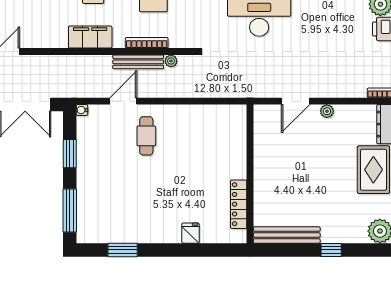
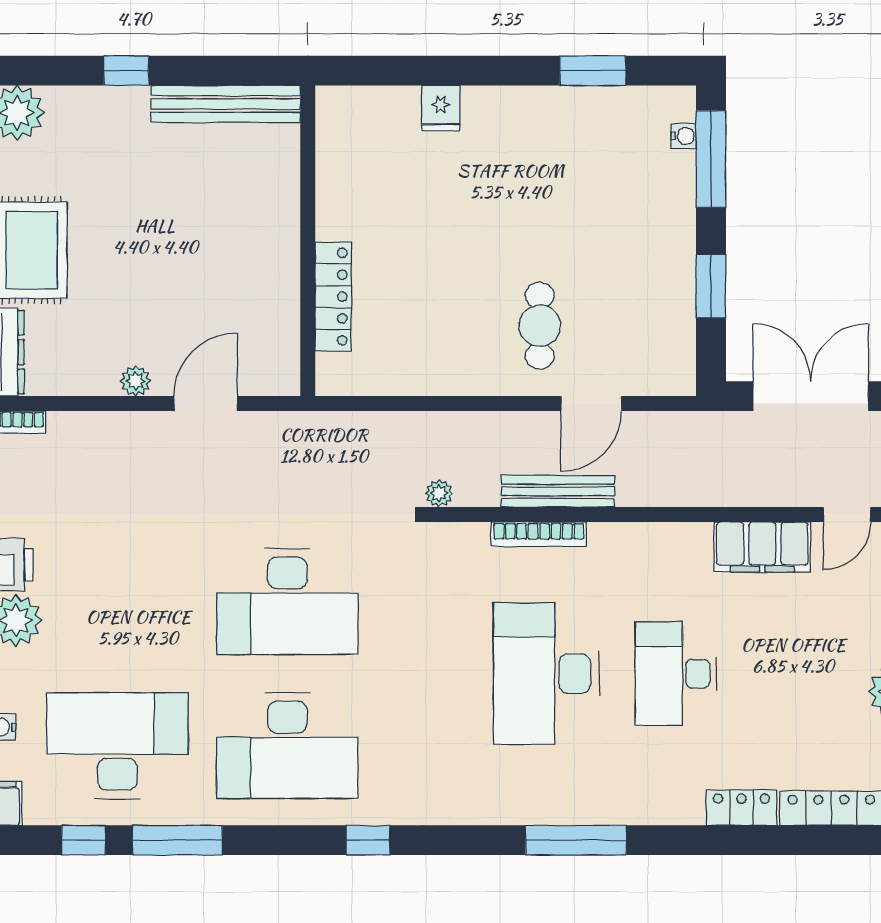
filing cabinet: (90, 37) -> (762, 547), moved
plant: (171, 61) -> (439, 493), moved
water cooler: (82, 110) -> (684, 136), moved
locker: (239, 204) -> (333, 297), moved

